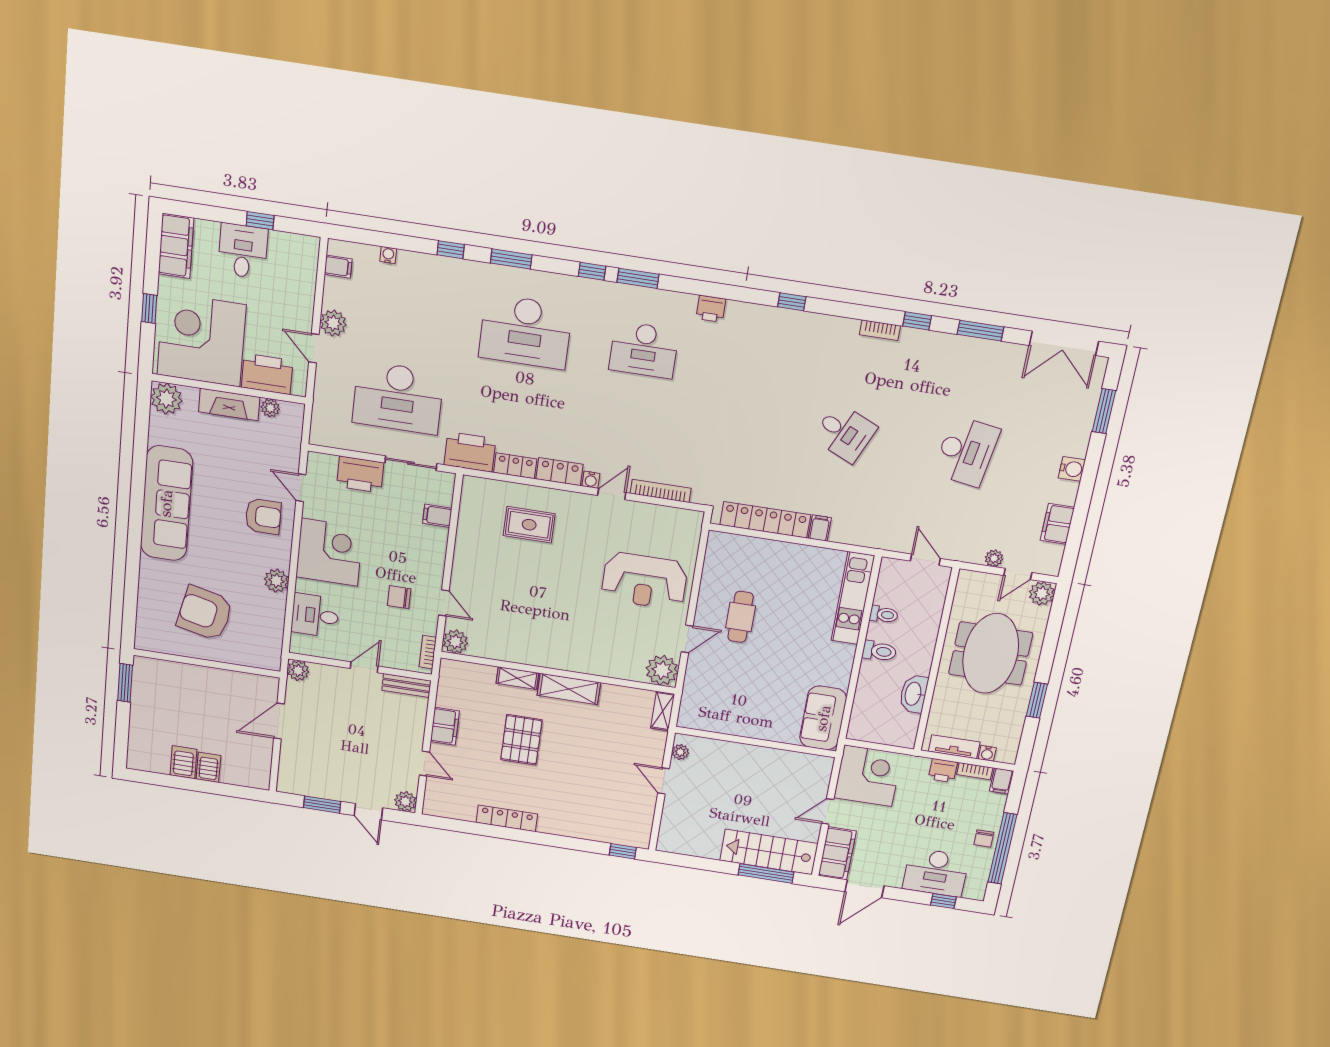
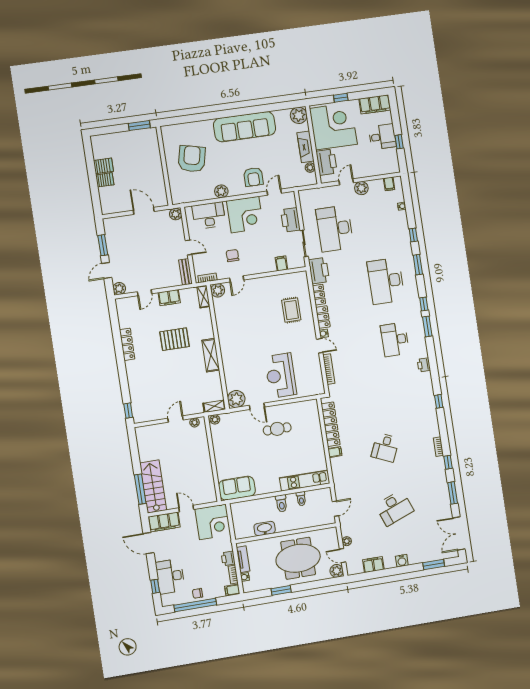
desk: (966, 451) -> (394, 508), turned -30
desk: (315, 615) -> (209, 215), width x1.37
shelving: (517, 678) -> (203, 297), moved
plant: (686, 717) -> (215, 419), added

